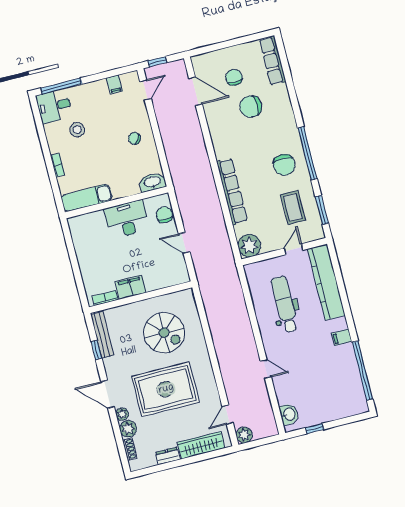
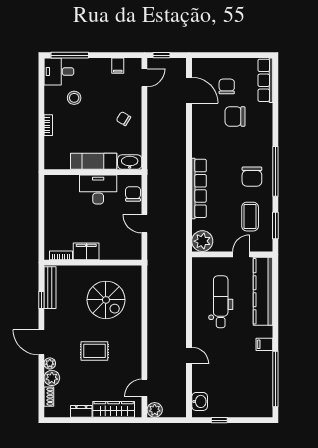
exam couch: (87, 198) -> (94, 161), moved
rug: (166, 389) -> (94, 351), width x0.54, depth x0.49

